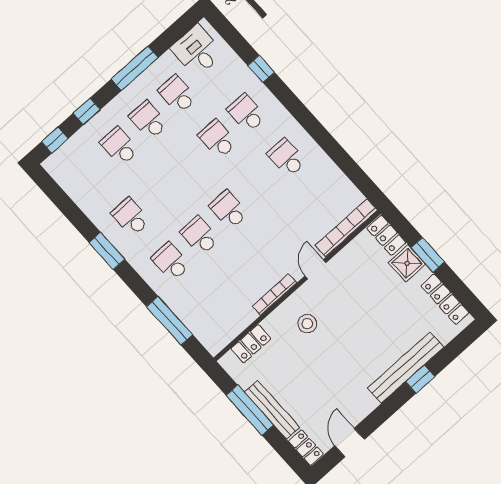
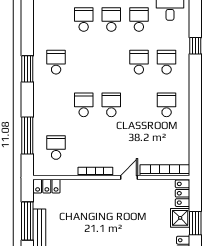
school desk: (171, 262) -> (56, 148), moved
stool: (307, 324) -> (99, 202), removed
locker: (251, 344) -> (47, 186), moved

